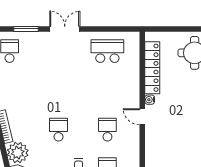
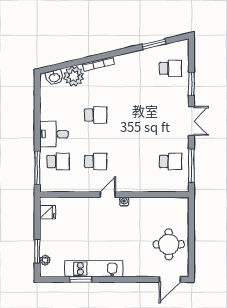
window: (112, 29) -> (191, 166), added
school desk: (107, 51) -> (170, 161), width x0.54
locker: (152, 68) -> (155, 204), removed

